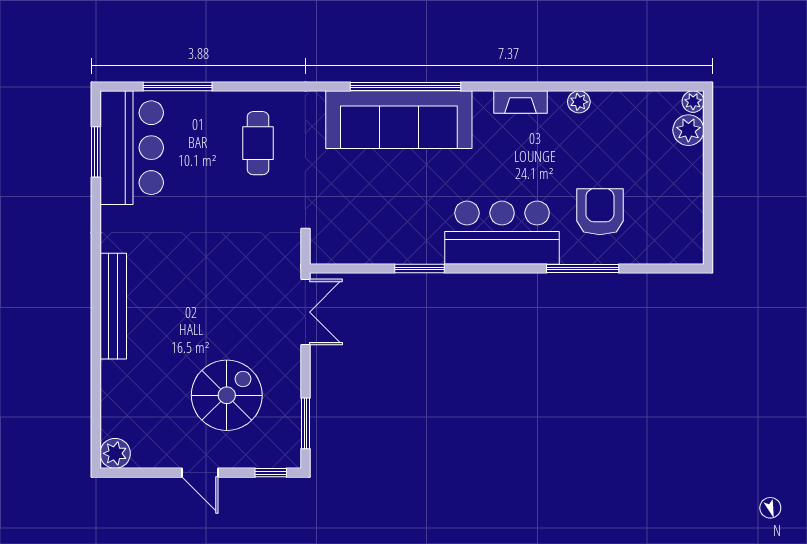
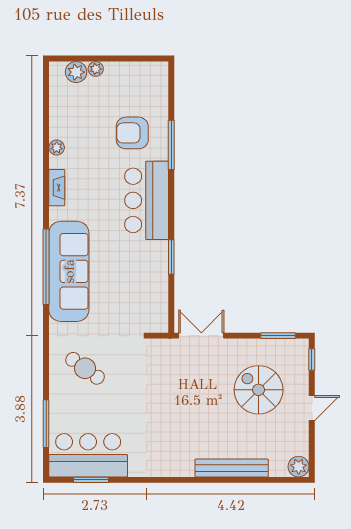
plant: (693, 102) -> (96, 69), moved
cafe table: (258, 143) -> (85, 368), turned 36
bench: (113, 306) -> (232, 468), moved

